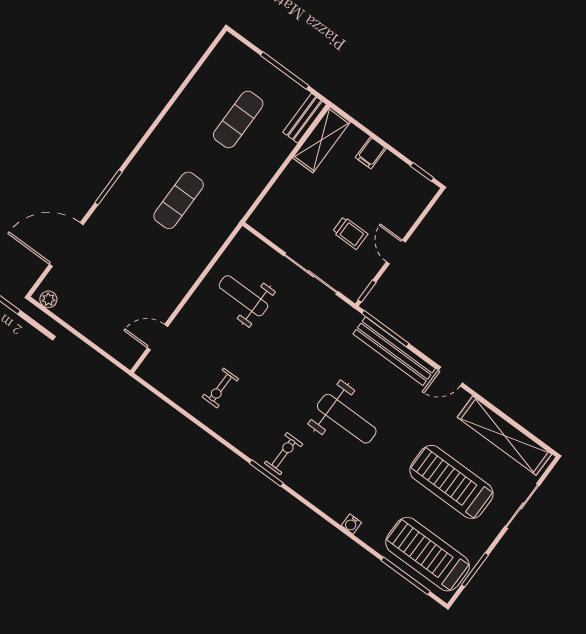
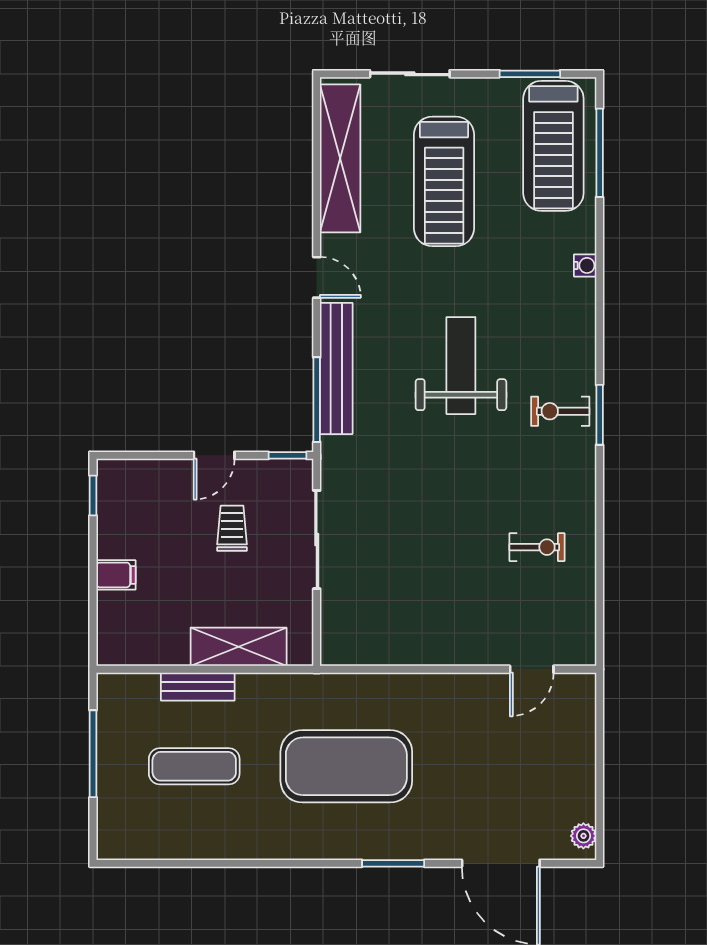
bench: (305, 118) -> (198, 687), moved
shelving: (321, 140) -> (239, 647), moved
exercise mat: (179, 200) -> (346, 766), width x2.00, depth x1.45
weight bench: (243, 296) -> (404, 602), removed
door: (157, 337) -> (532, 669), hinge flipped

